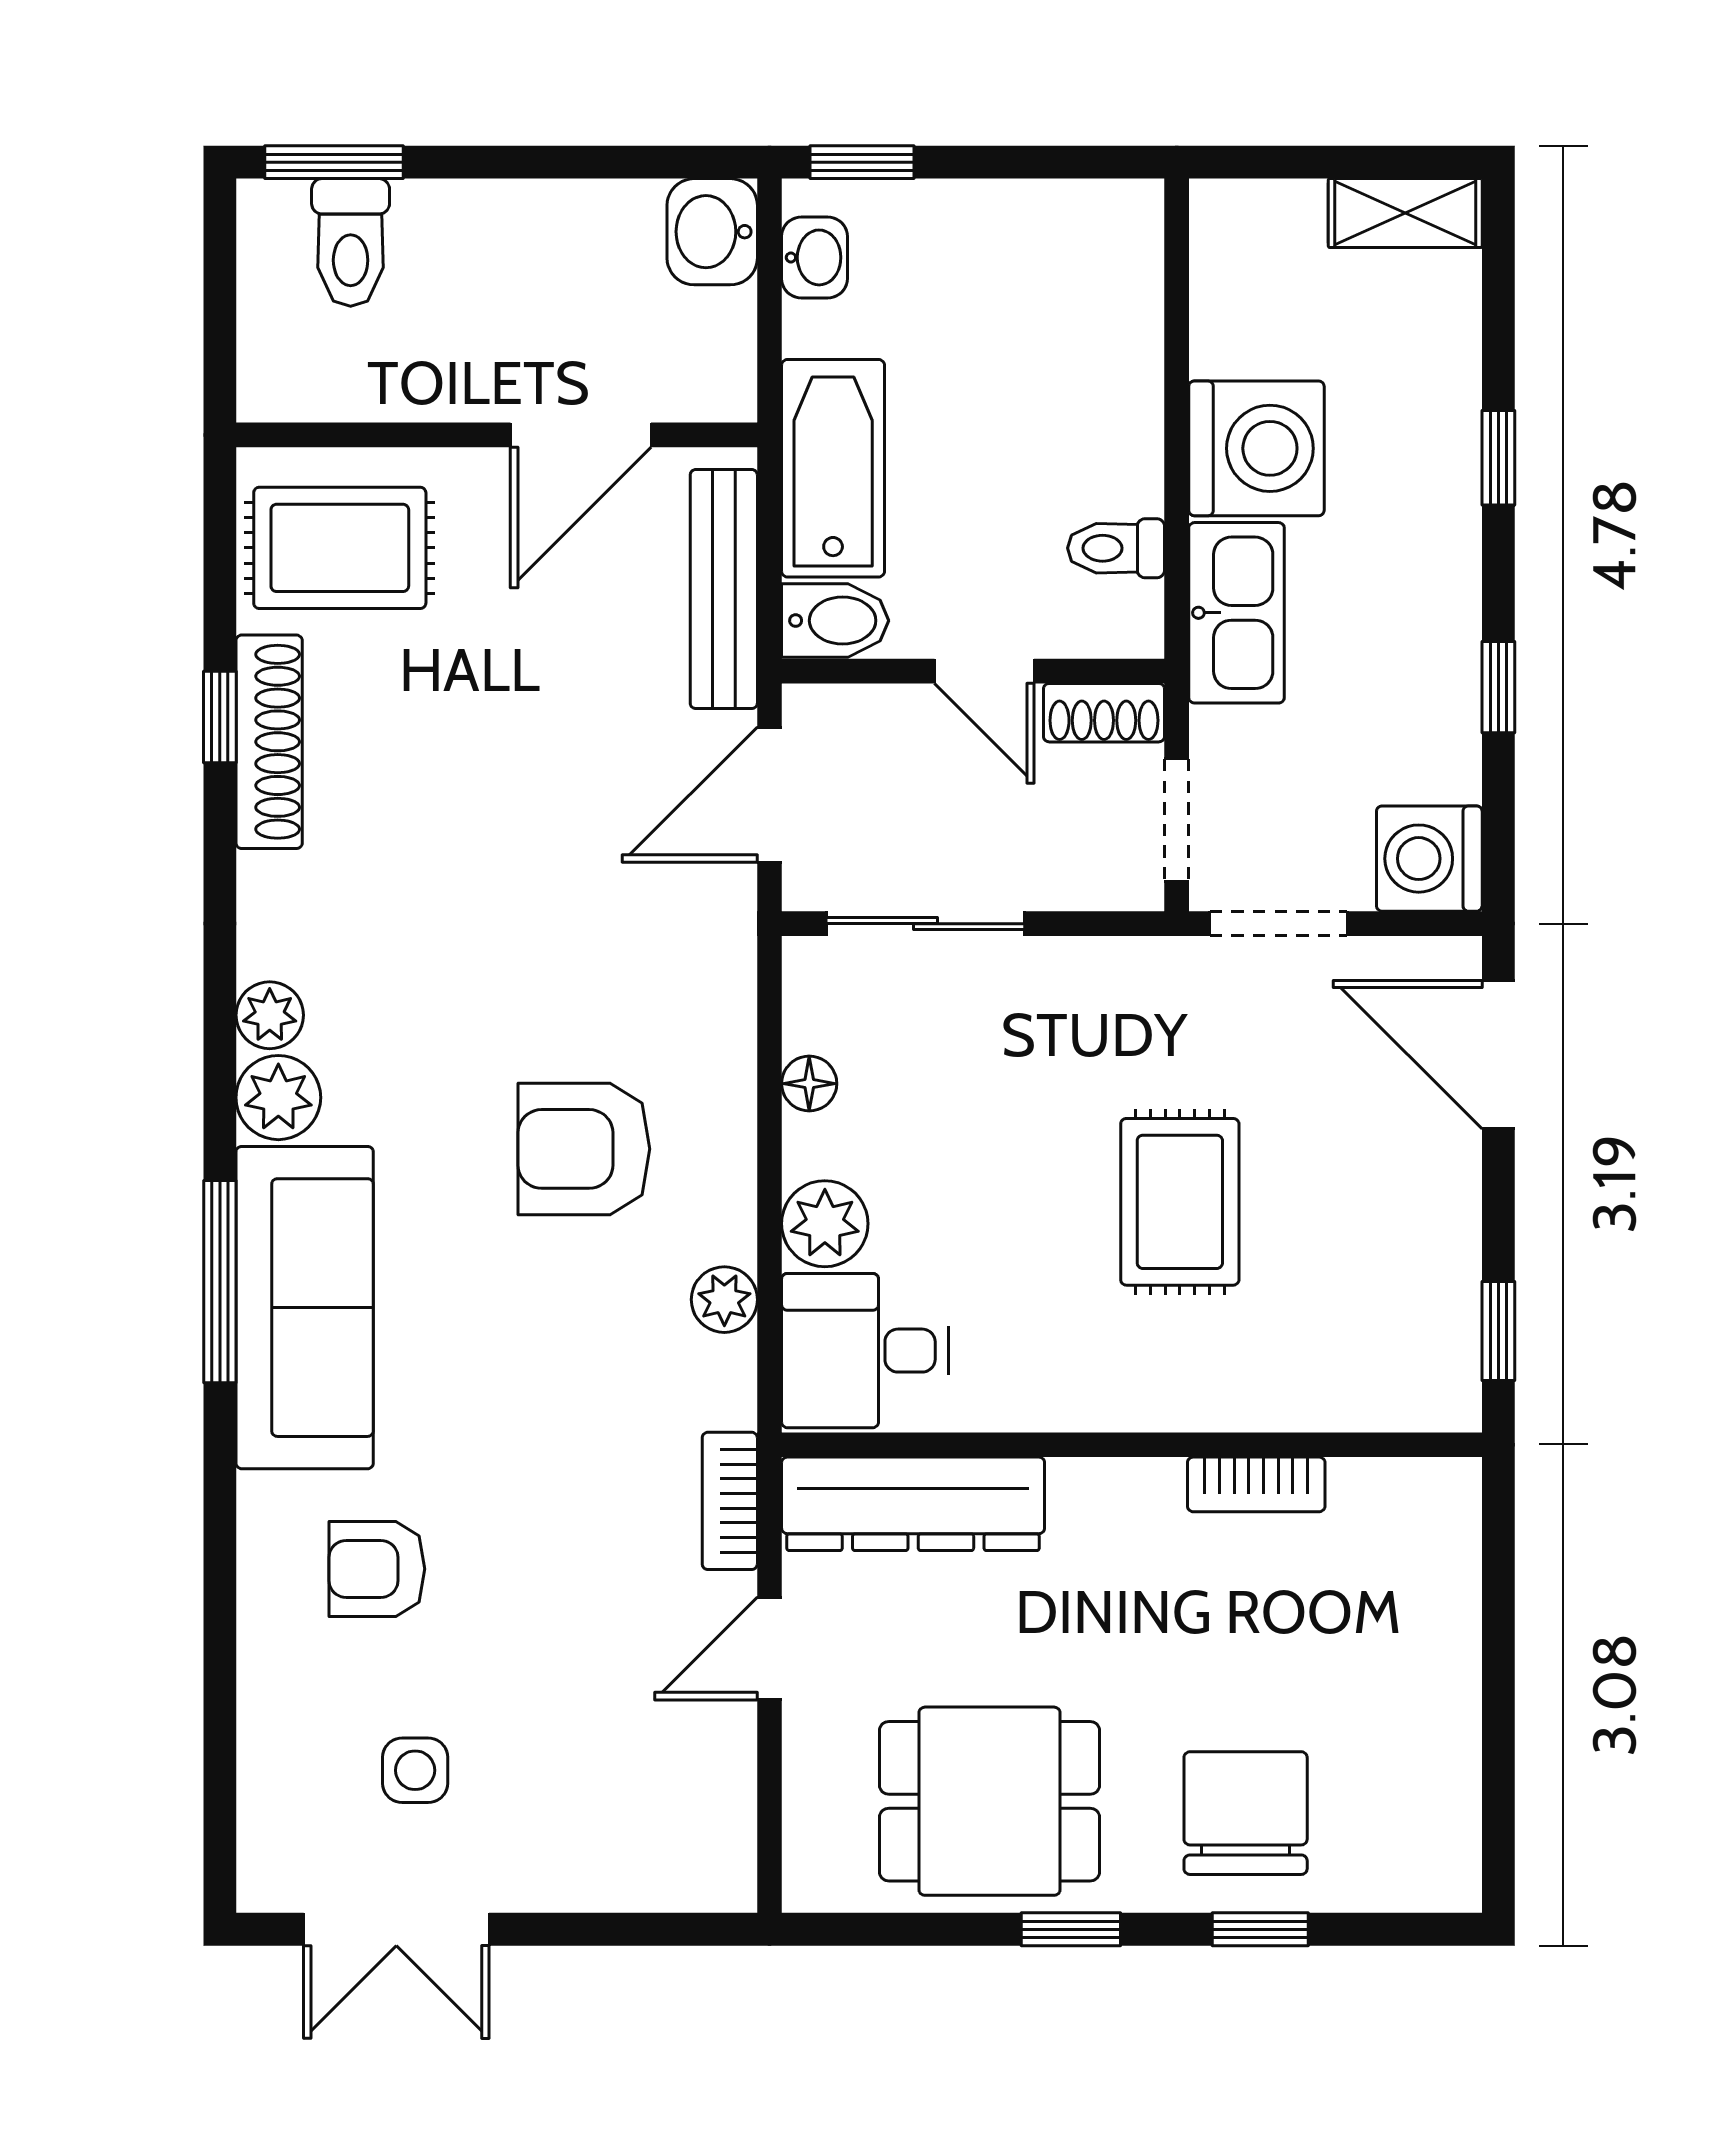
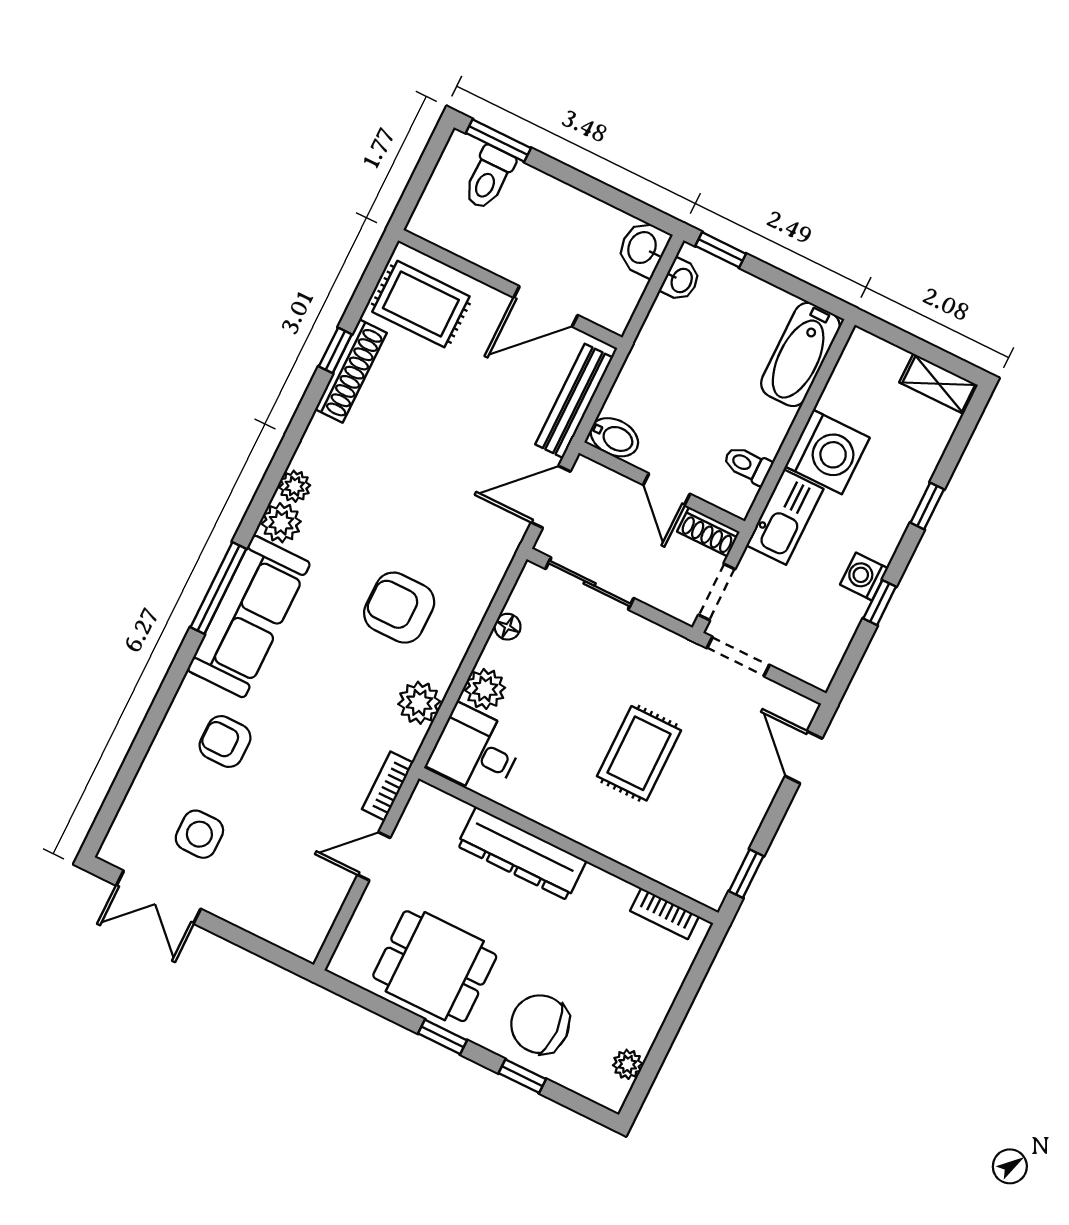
bathtub: (833, 468) -> (800, 355), moved, turned 180
washing machine: (1429, 859) -> (864, 576), moved, width x0.73, depth x0.73
door: (1498, 1055) -> (804, 757), width x0.73
plant: (724, 1300) -> (419, 703), width x1.38, depth x1.38
bookcase: (1256, 1484) -> (665, 914), moved
dresser: (913, 1504) -> (522, 853), moved
side table: (415, 1770) -> (199, 834), width x1.37, depth x1.37
plant: (1451, 1808) -> (628, 1064), added
chair: (1246, 1813) -> (540, 1024), turned -92

